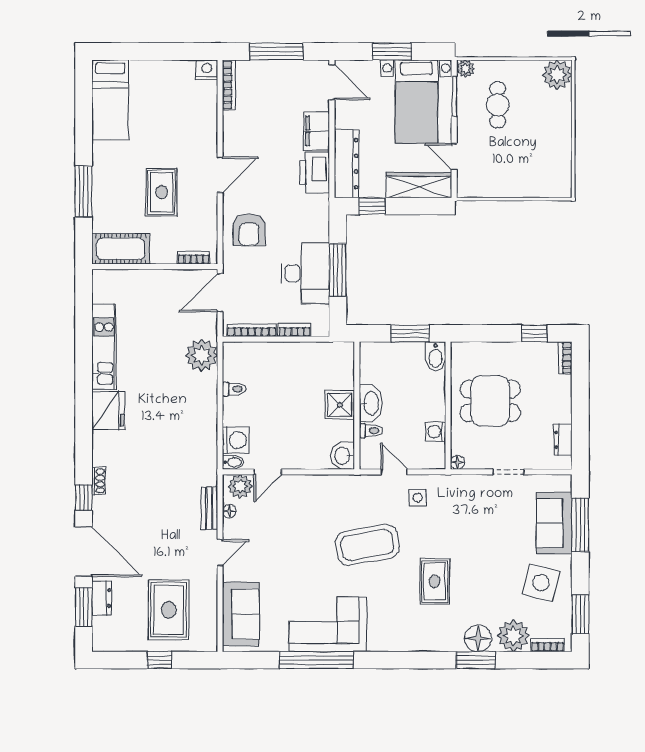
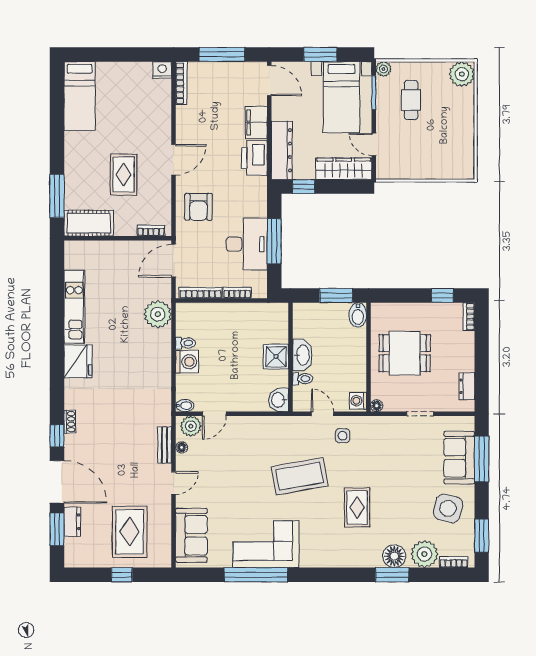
window: (84, 191) -> (57, 196), moved
washing machine: (436, 432) -> (358, 401), moved
washing machine: (236, 440) -> (187, 362), moved

